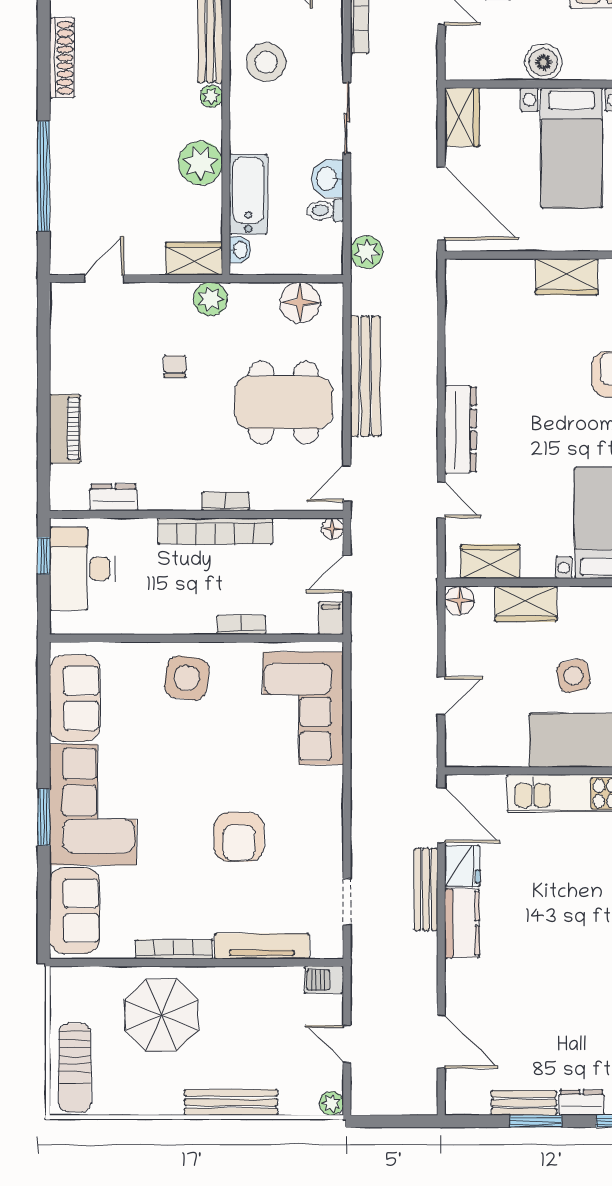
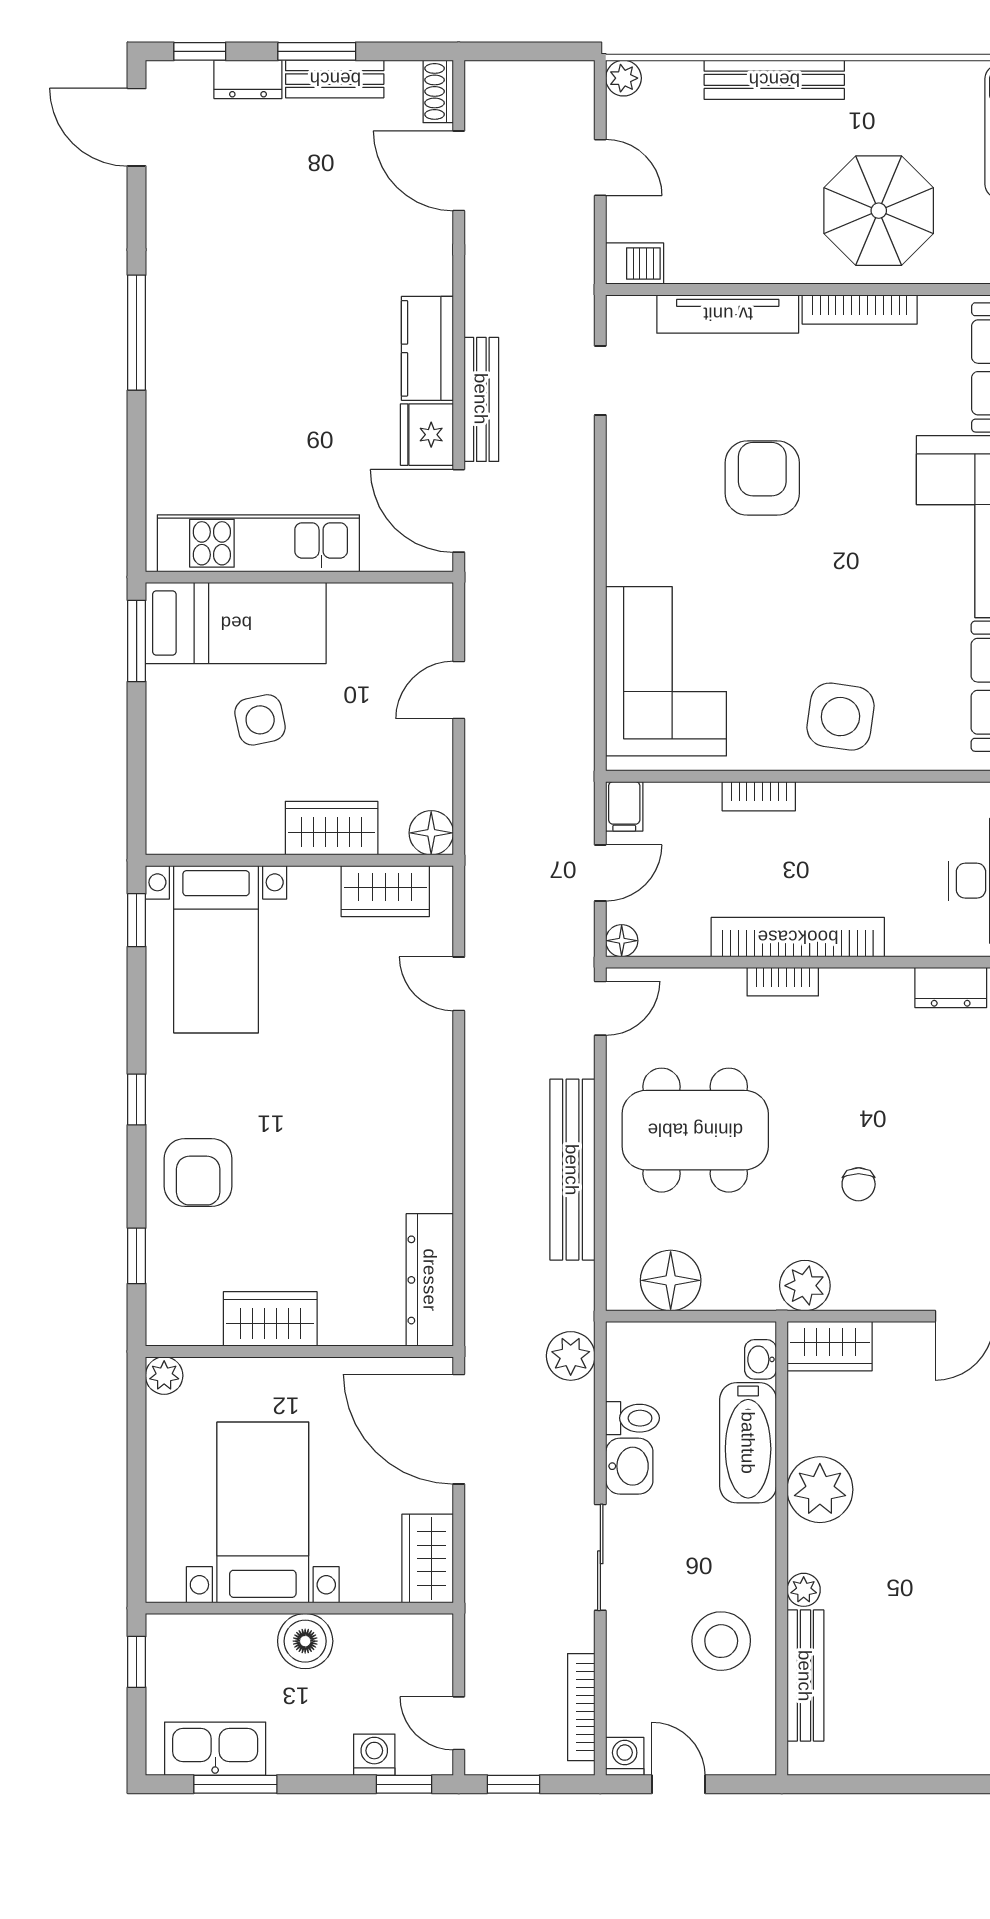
dresser: (460, 429) -> (430, 1280), moved
shoe rack: (455, 1094) -> (438, 91), added

